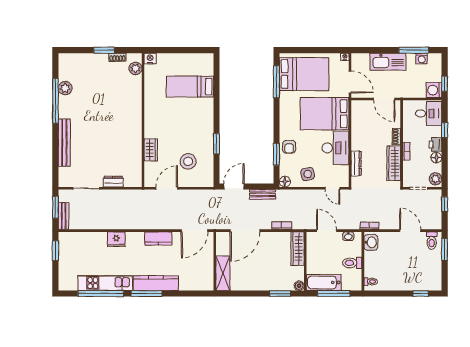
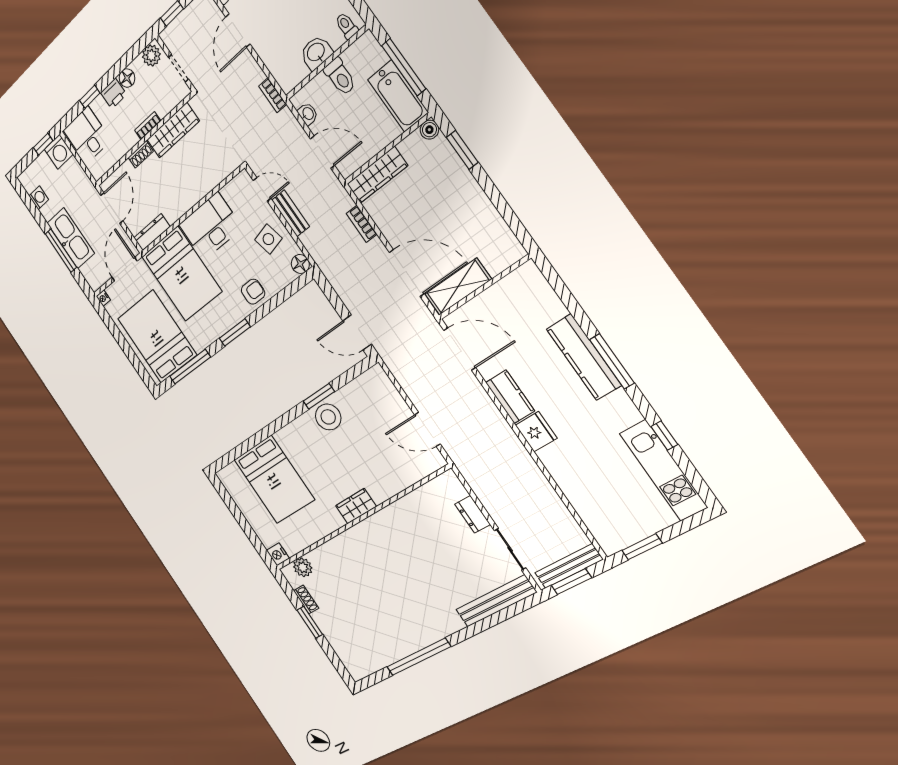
window: (414, 50) -> (61, 251), moved
bed: (190, 87) -> (274, 480), width x1.50
plant: (65, 88) -> (393, 651), removed
bench: (64, 143) -> (496, 601), moved
wardrobe: (151, 150) -> (356, 506), moved
window: (276, 154) -> (235, 333), moved
stool: (188, 161) -> (328, 417), moved
dresser: (356, 163) -> (152, 232), moved
door: (332, 188) -> (262, 189), hinge flipped
bench: (262, 194) -> (291, 213), moved
bench: (64, 216) -> (569, 566), width x1.36
door: (327, 231) -> (322, 152), swing flipped
fridge: (116, 239) -> (536, 432), moved
washbasin: (371, 242) -> (316, 53), moved
shelving: (223, 273) -> (458, 287), moved
kitchen unit: (105, 283) -> (663, 470), moved
window: (101, 294) -> (664, 435), width x0.32

